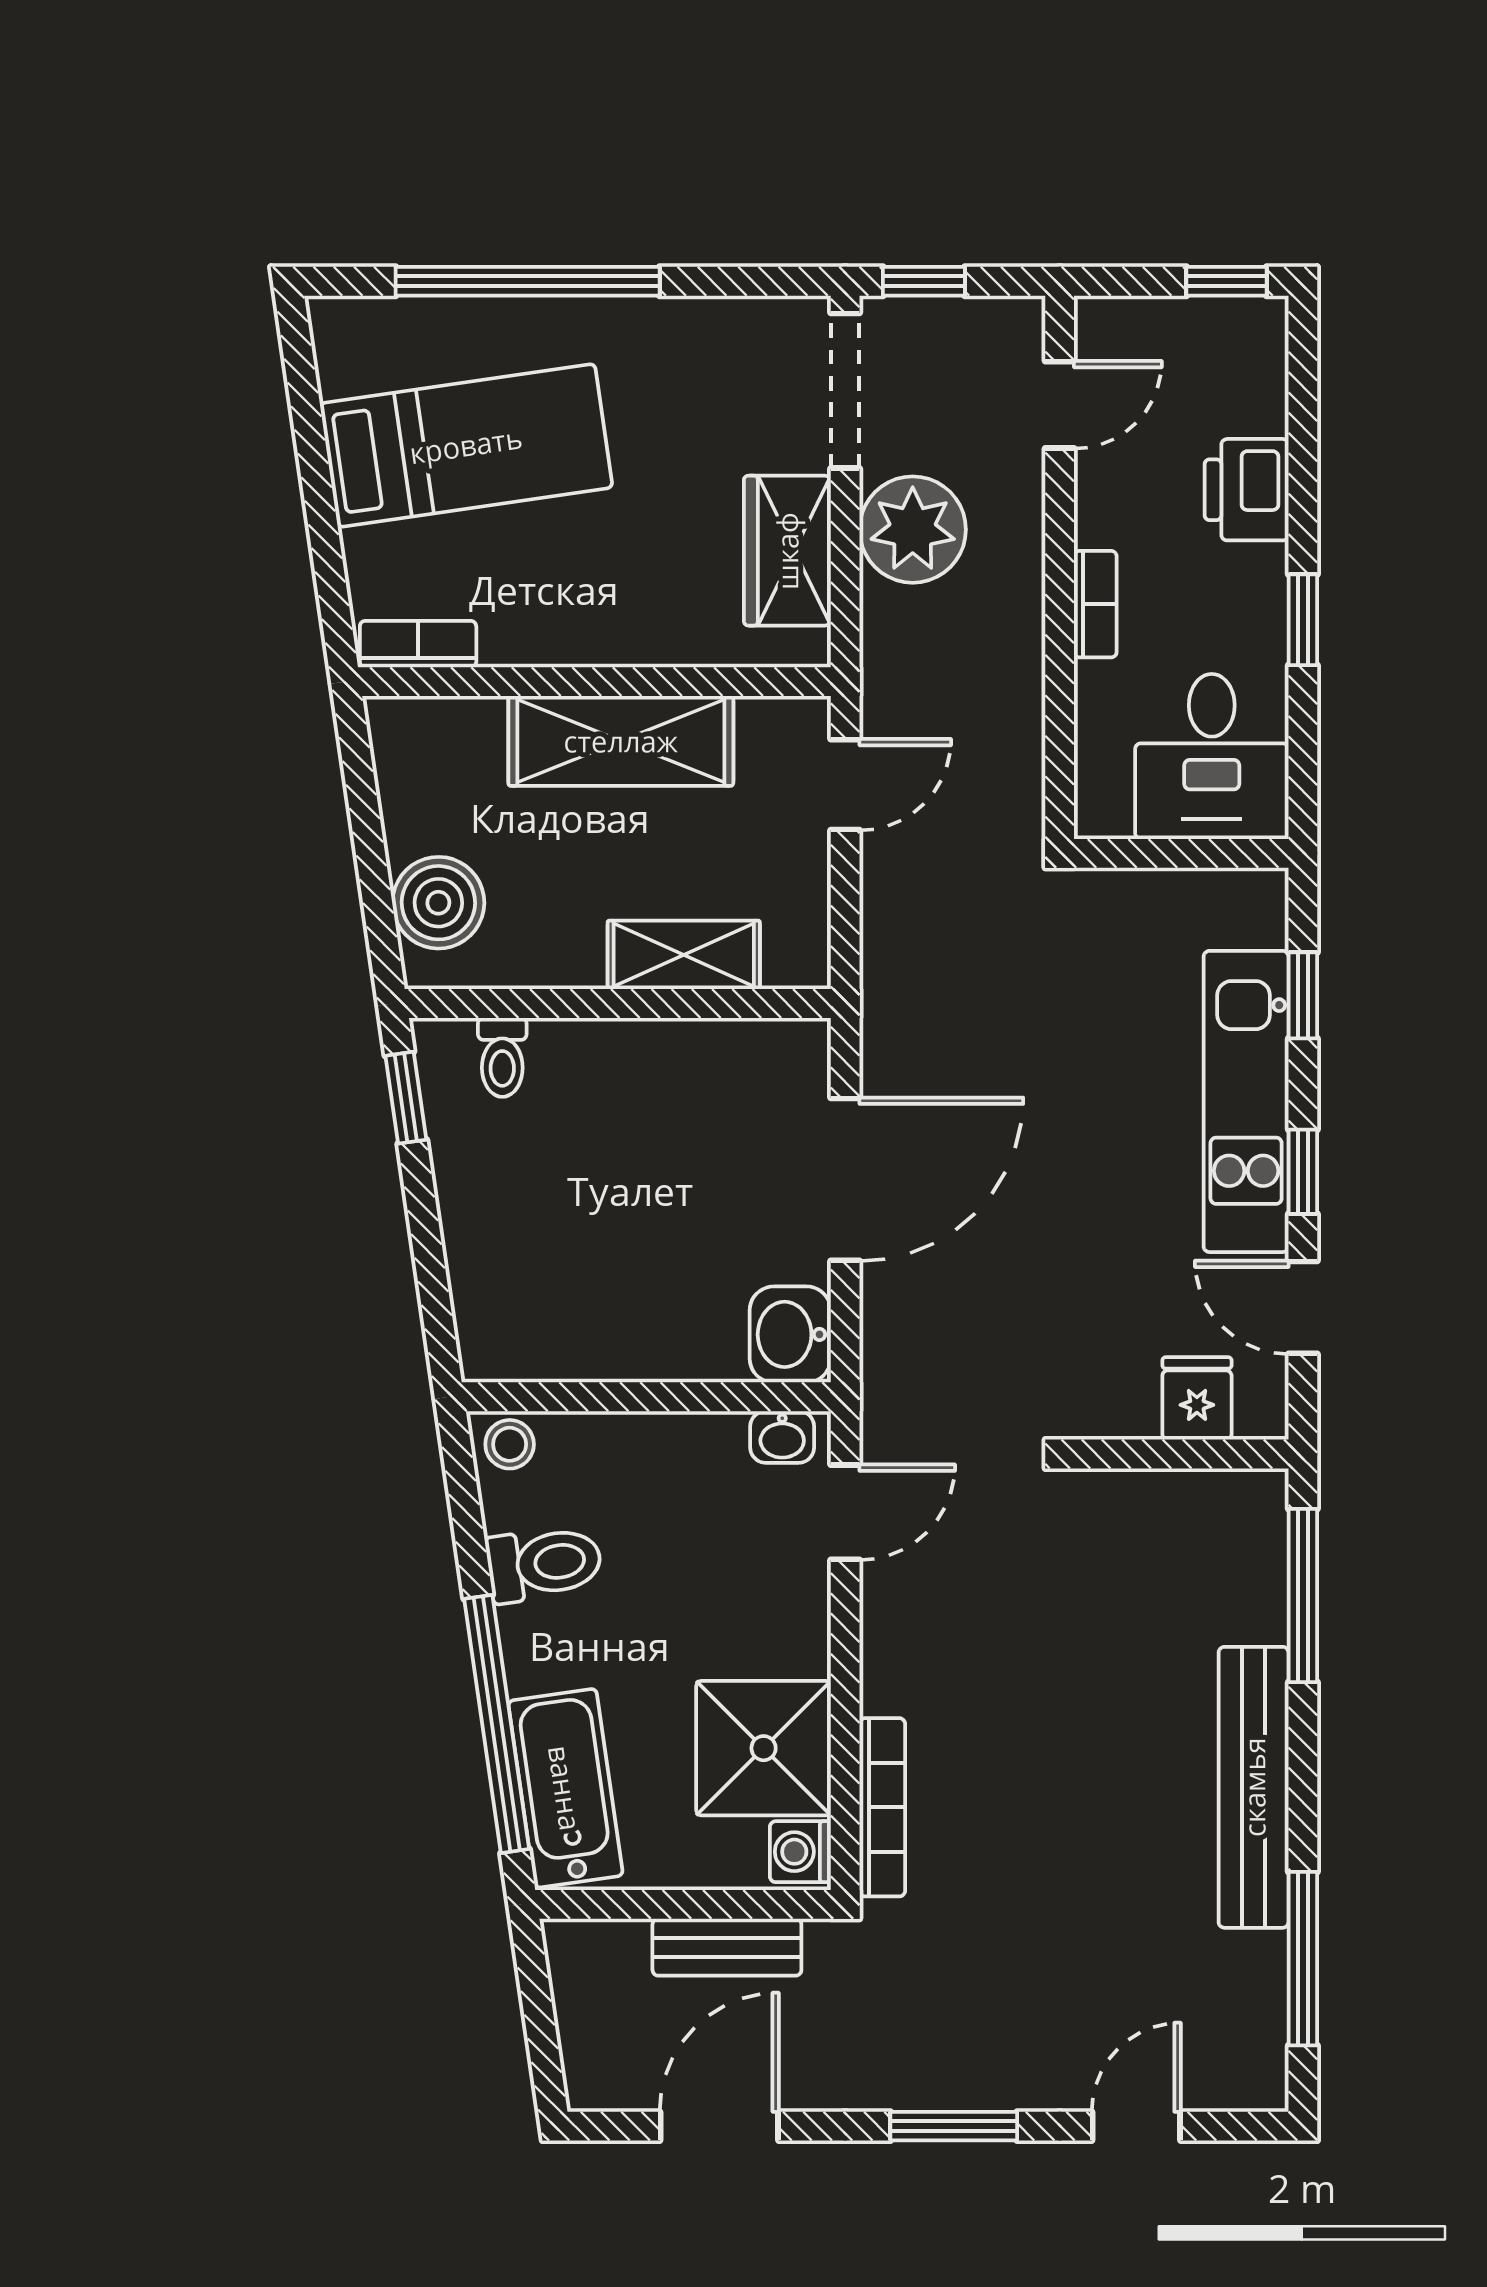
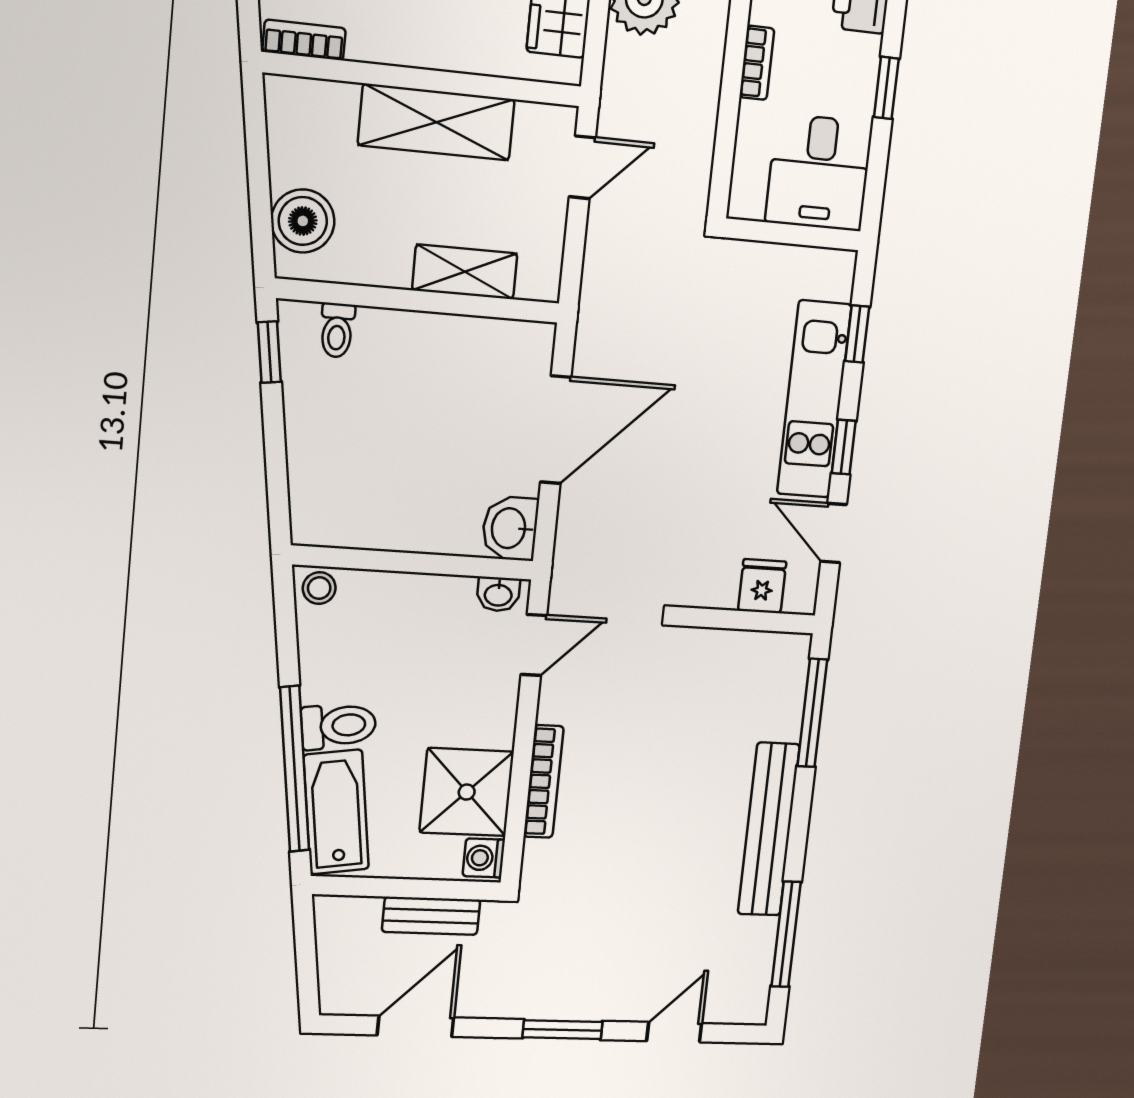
toilet: (544, 1564) -> (339, 726), moved
bookcase: (882, 1807) -> (544, 781), moved

